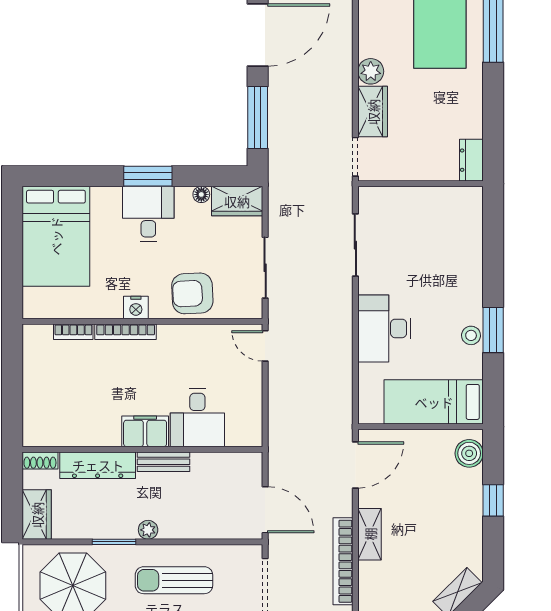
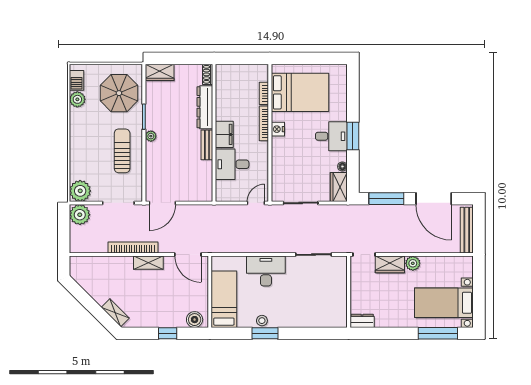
bed: (56, 236) -> (300, 92), moved, turned 180
armchair: (192, 293) -> (286, 161), removed
desk: (197, 418) -> (232, 164), moved
filing cabinet: (145, 431) -> (224, 134), moved
wall: (142, 449) -> (214, 133), moved
shoe rack: (40, 460) -> (208, 74), moved
bench: (163, 462) -> (207, 145), moved
dresser: (98, 465) -> (205, 107), moved

